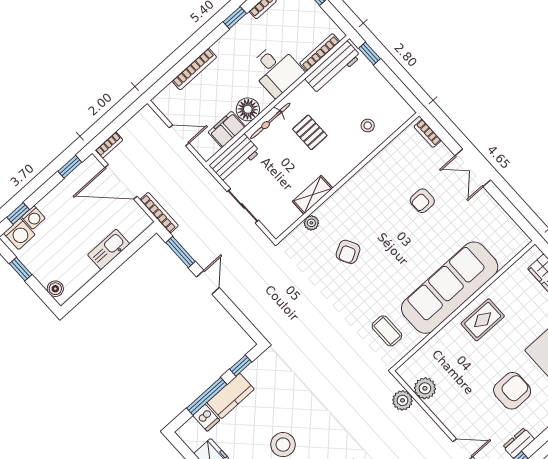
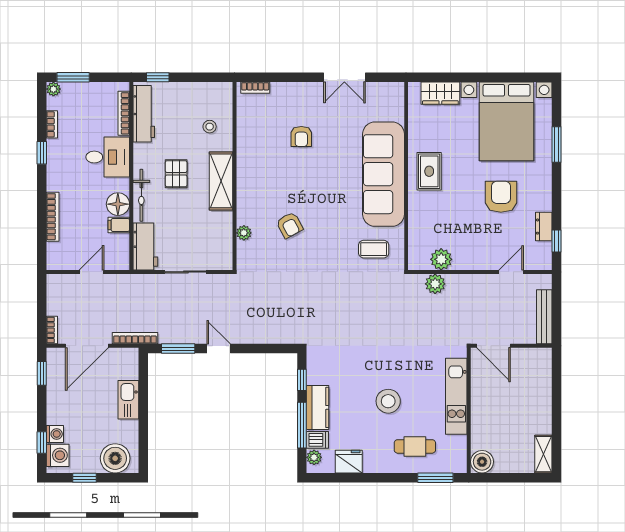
filing cabinet: (227, 129) -> (119, 225), width x0.50
pallet: (310, 132) -> (176, 174), turned 90
double door: (473, 168) -> (344, 77), moved
shelving: (313, 195) -> (221, 181), moved, width x1.50, depth x1.33
boiler: (55, 289) -> (115, 458), width x1.86, depth x1.86
plant: (191, 427) -> (314, 457), added

